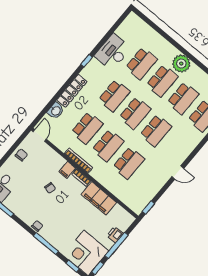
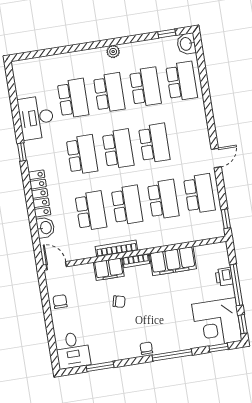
plant: (181, 63) -> (113, 52), width x0.53, depth x0.53
filing cabinet: (67, 170) -> (109, 269), width x2.00
school desk: (150, 180) -> (199, 194), added

